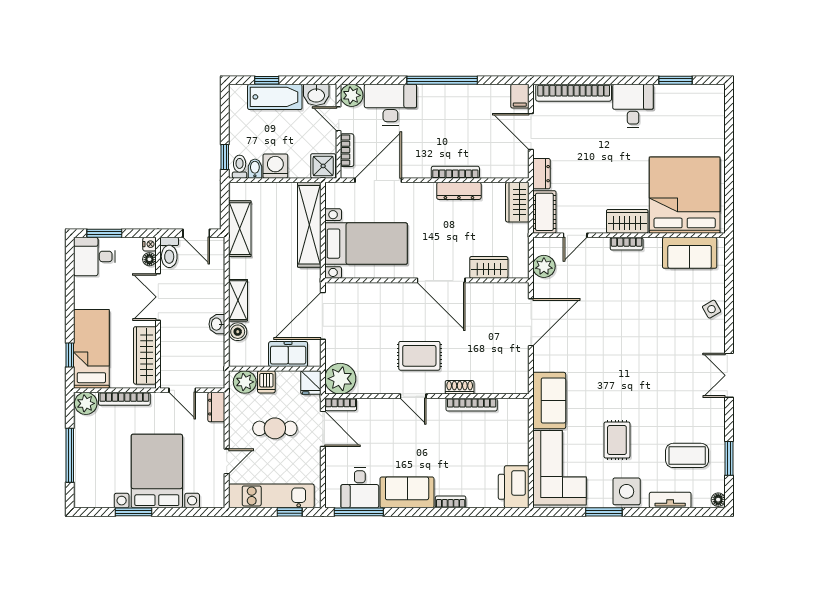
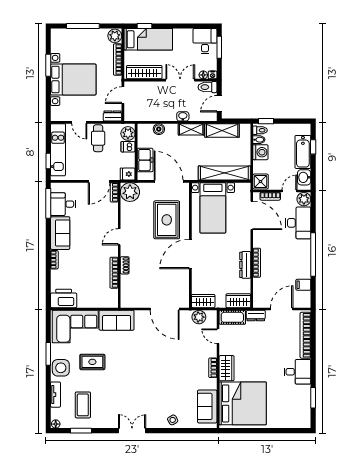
filing cabinet: (520, 96) -> (303, 285), moved
wardrobe: (489, 267) -> (203, 301), moved, turned -90
shelving: (238, 300) -> (191, 129), moved
washbasin: (217, 324) -> (183, 116), moved
rug: (419, 356) -> (167, 220), moved, width x1.36, depth x1.43
cafe table: (275, 428) -> (98, 138), moved

